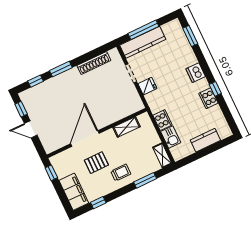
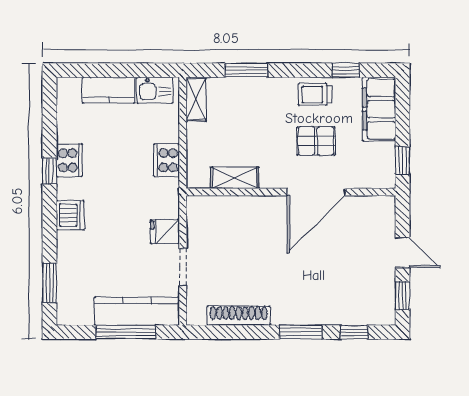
kitchen sink: (171, 137) -> (155, 90), moved, turned -90
trolley: (121, 173) -> (315, 94), moved

